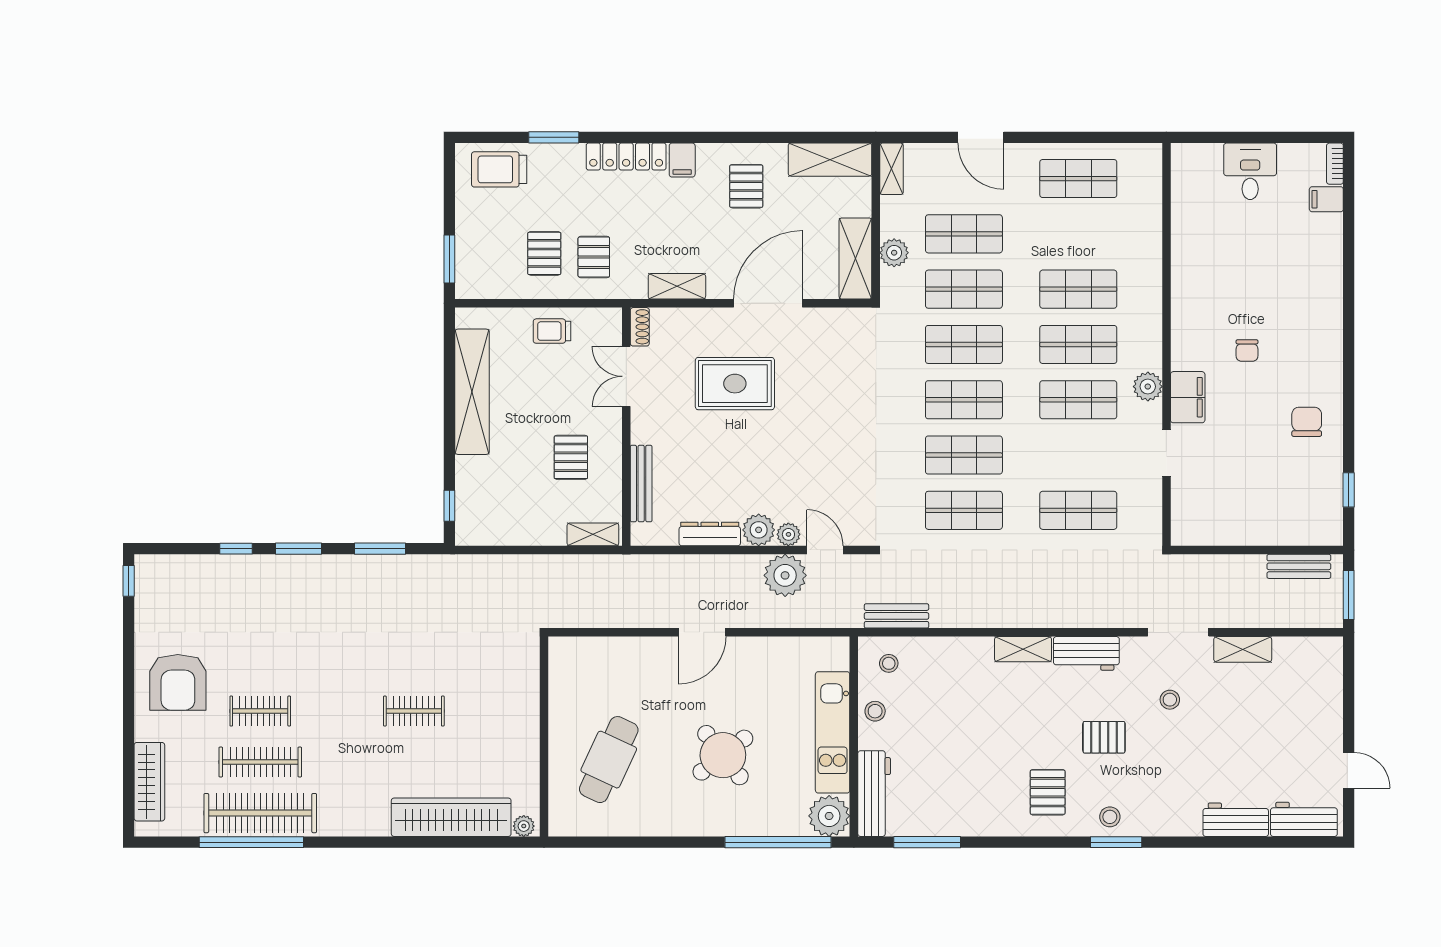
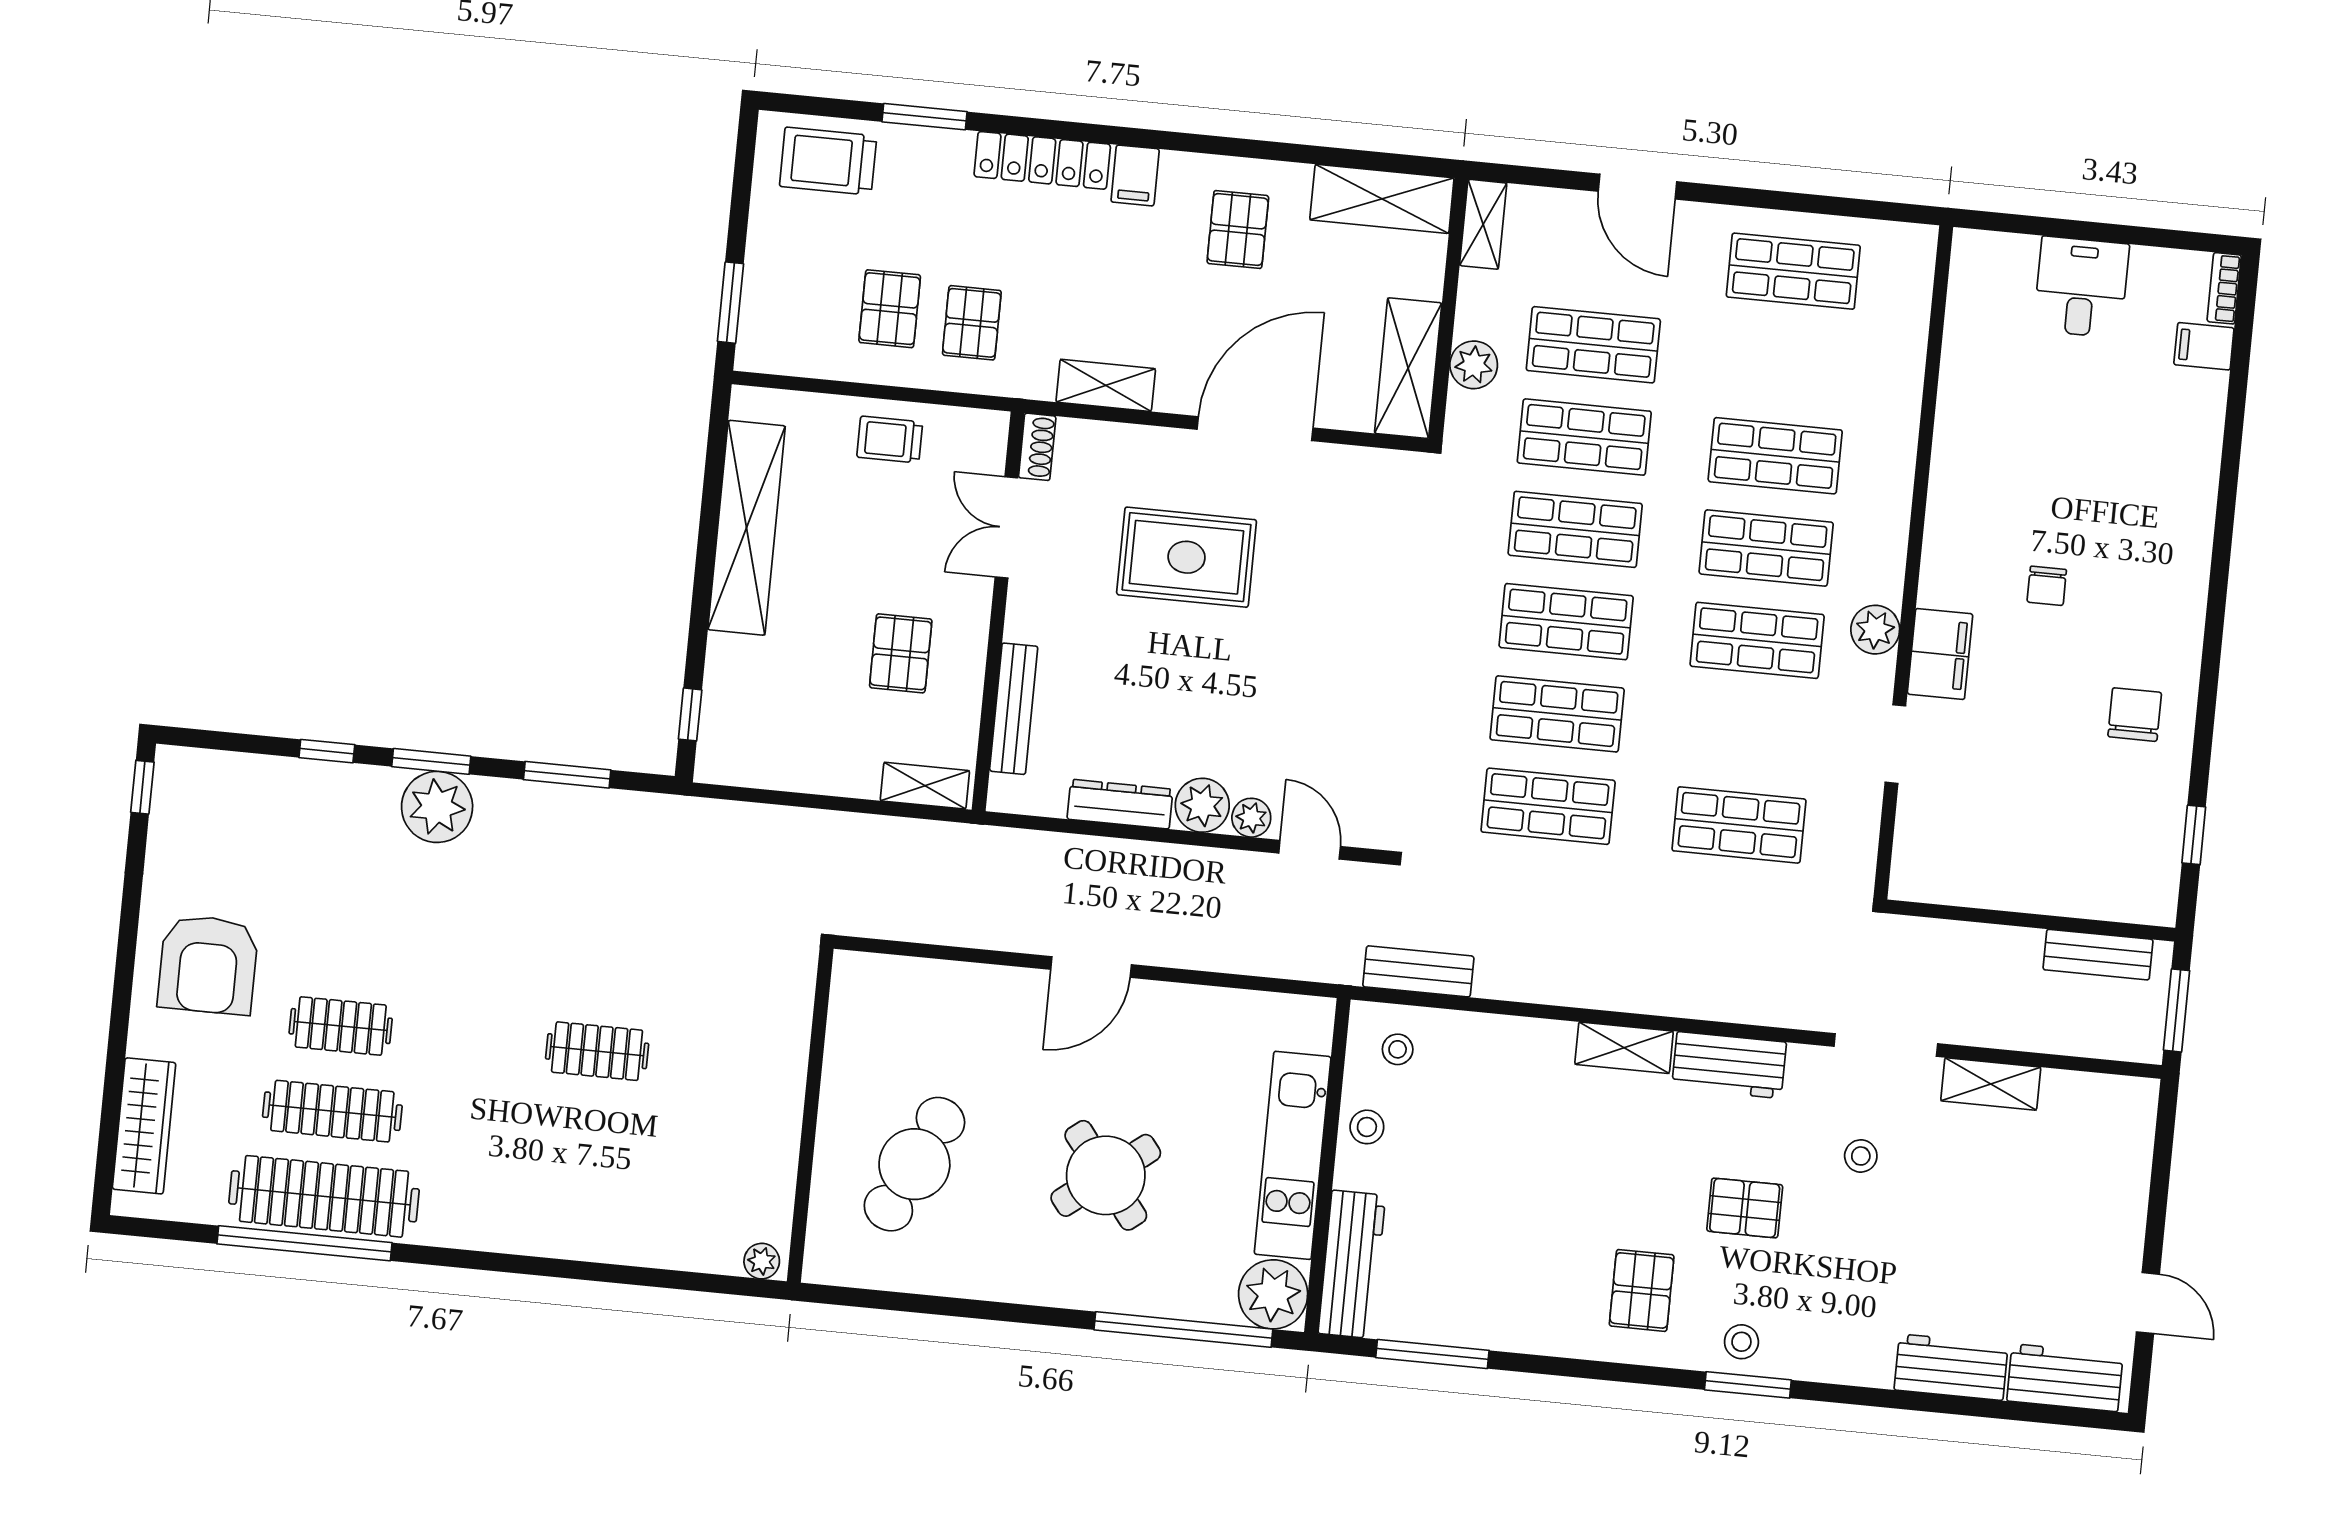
plant: (785, 575) -> (437, 807), moved
wardrobe: (451, 817) -> (642, 1235), removed

